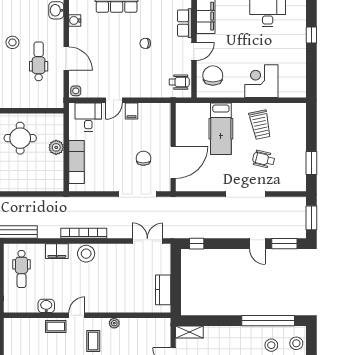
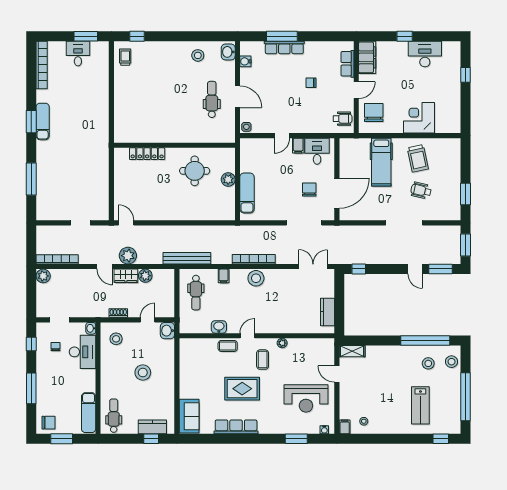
stool: (12, 42) -> (198, 55), moved
desk: (88, 117) -> (317, 151), moved
filing cabinet: (57, 251) -> (224, 276), width x0.50

